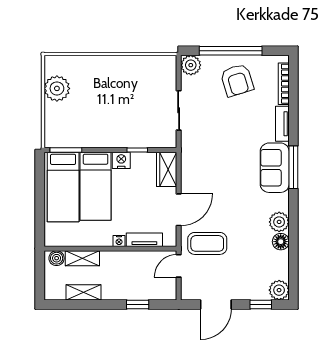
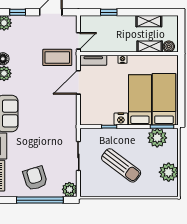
sun lounger: (121, 98) -> (121, 165), added
plant: (72, 135) -> (157, 138), added
wardrobe: (167, 169) -> (87, 112), removed
tv unit: (144, 240) -> (93, 60), moved

